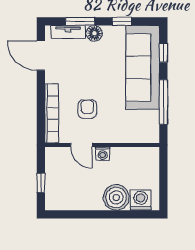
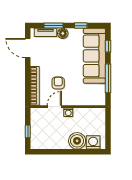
door: (81, 145) -> (54, 107), swing flipped

